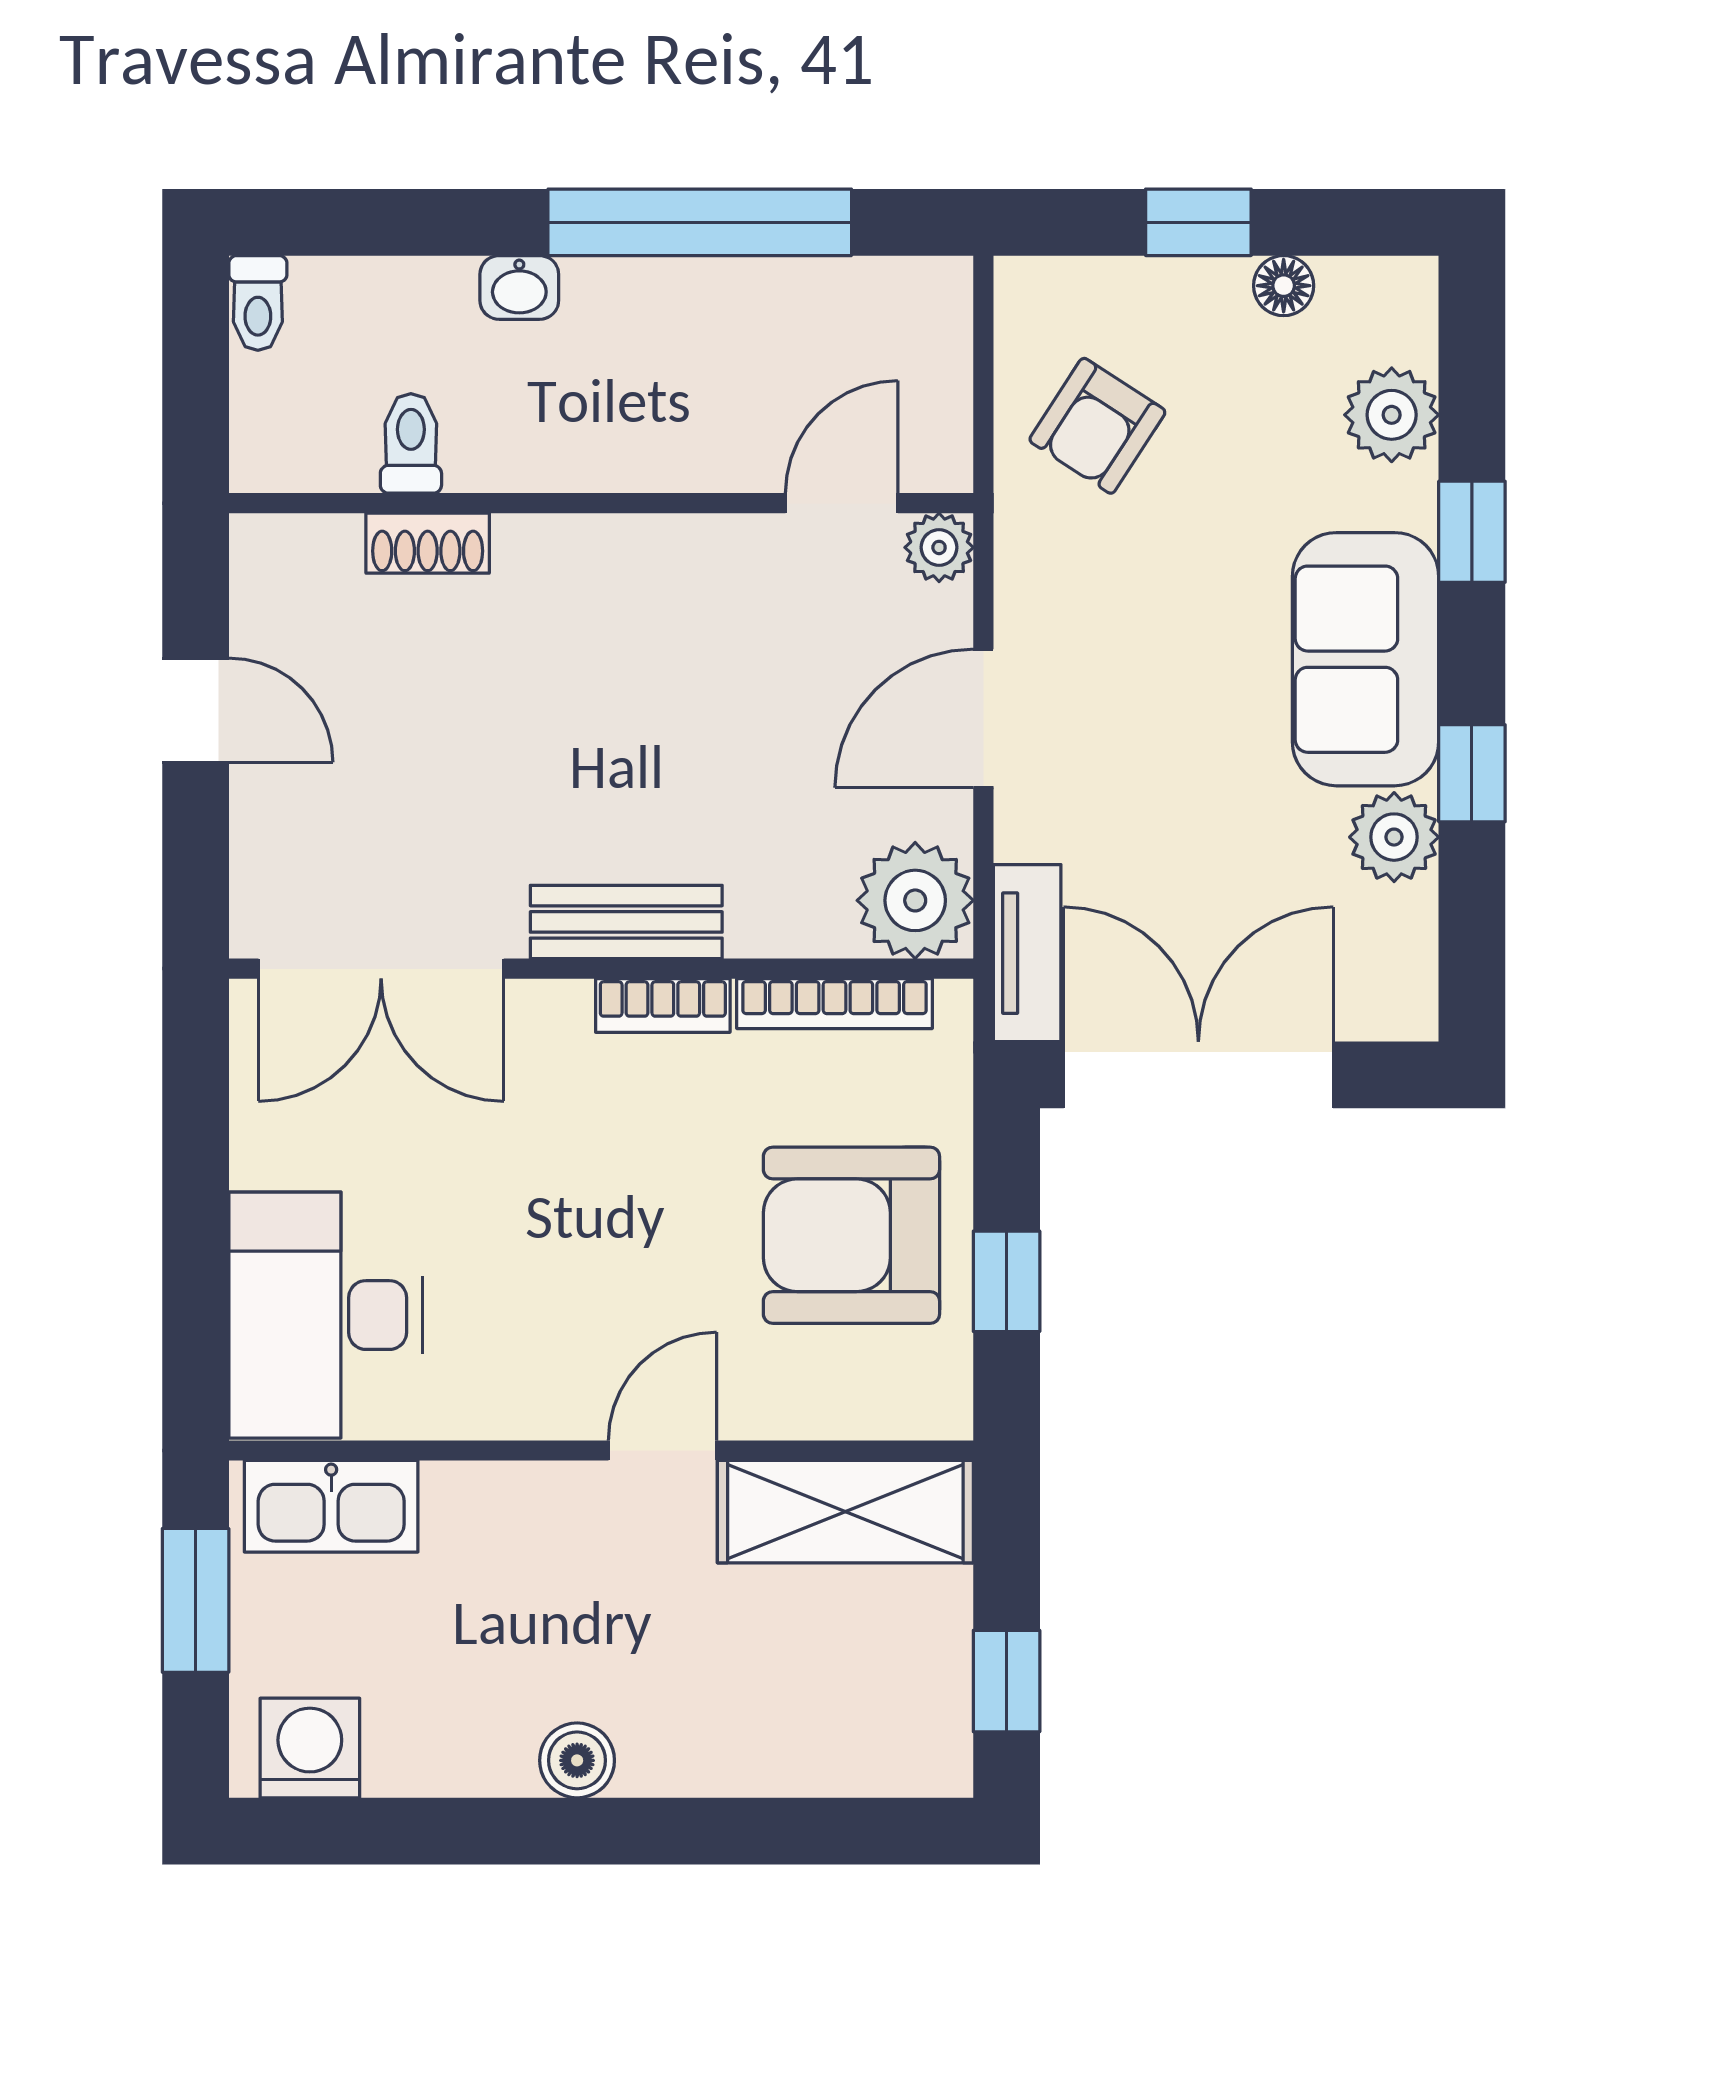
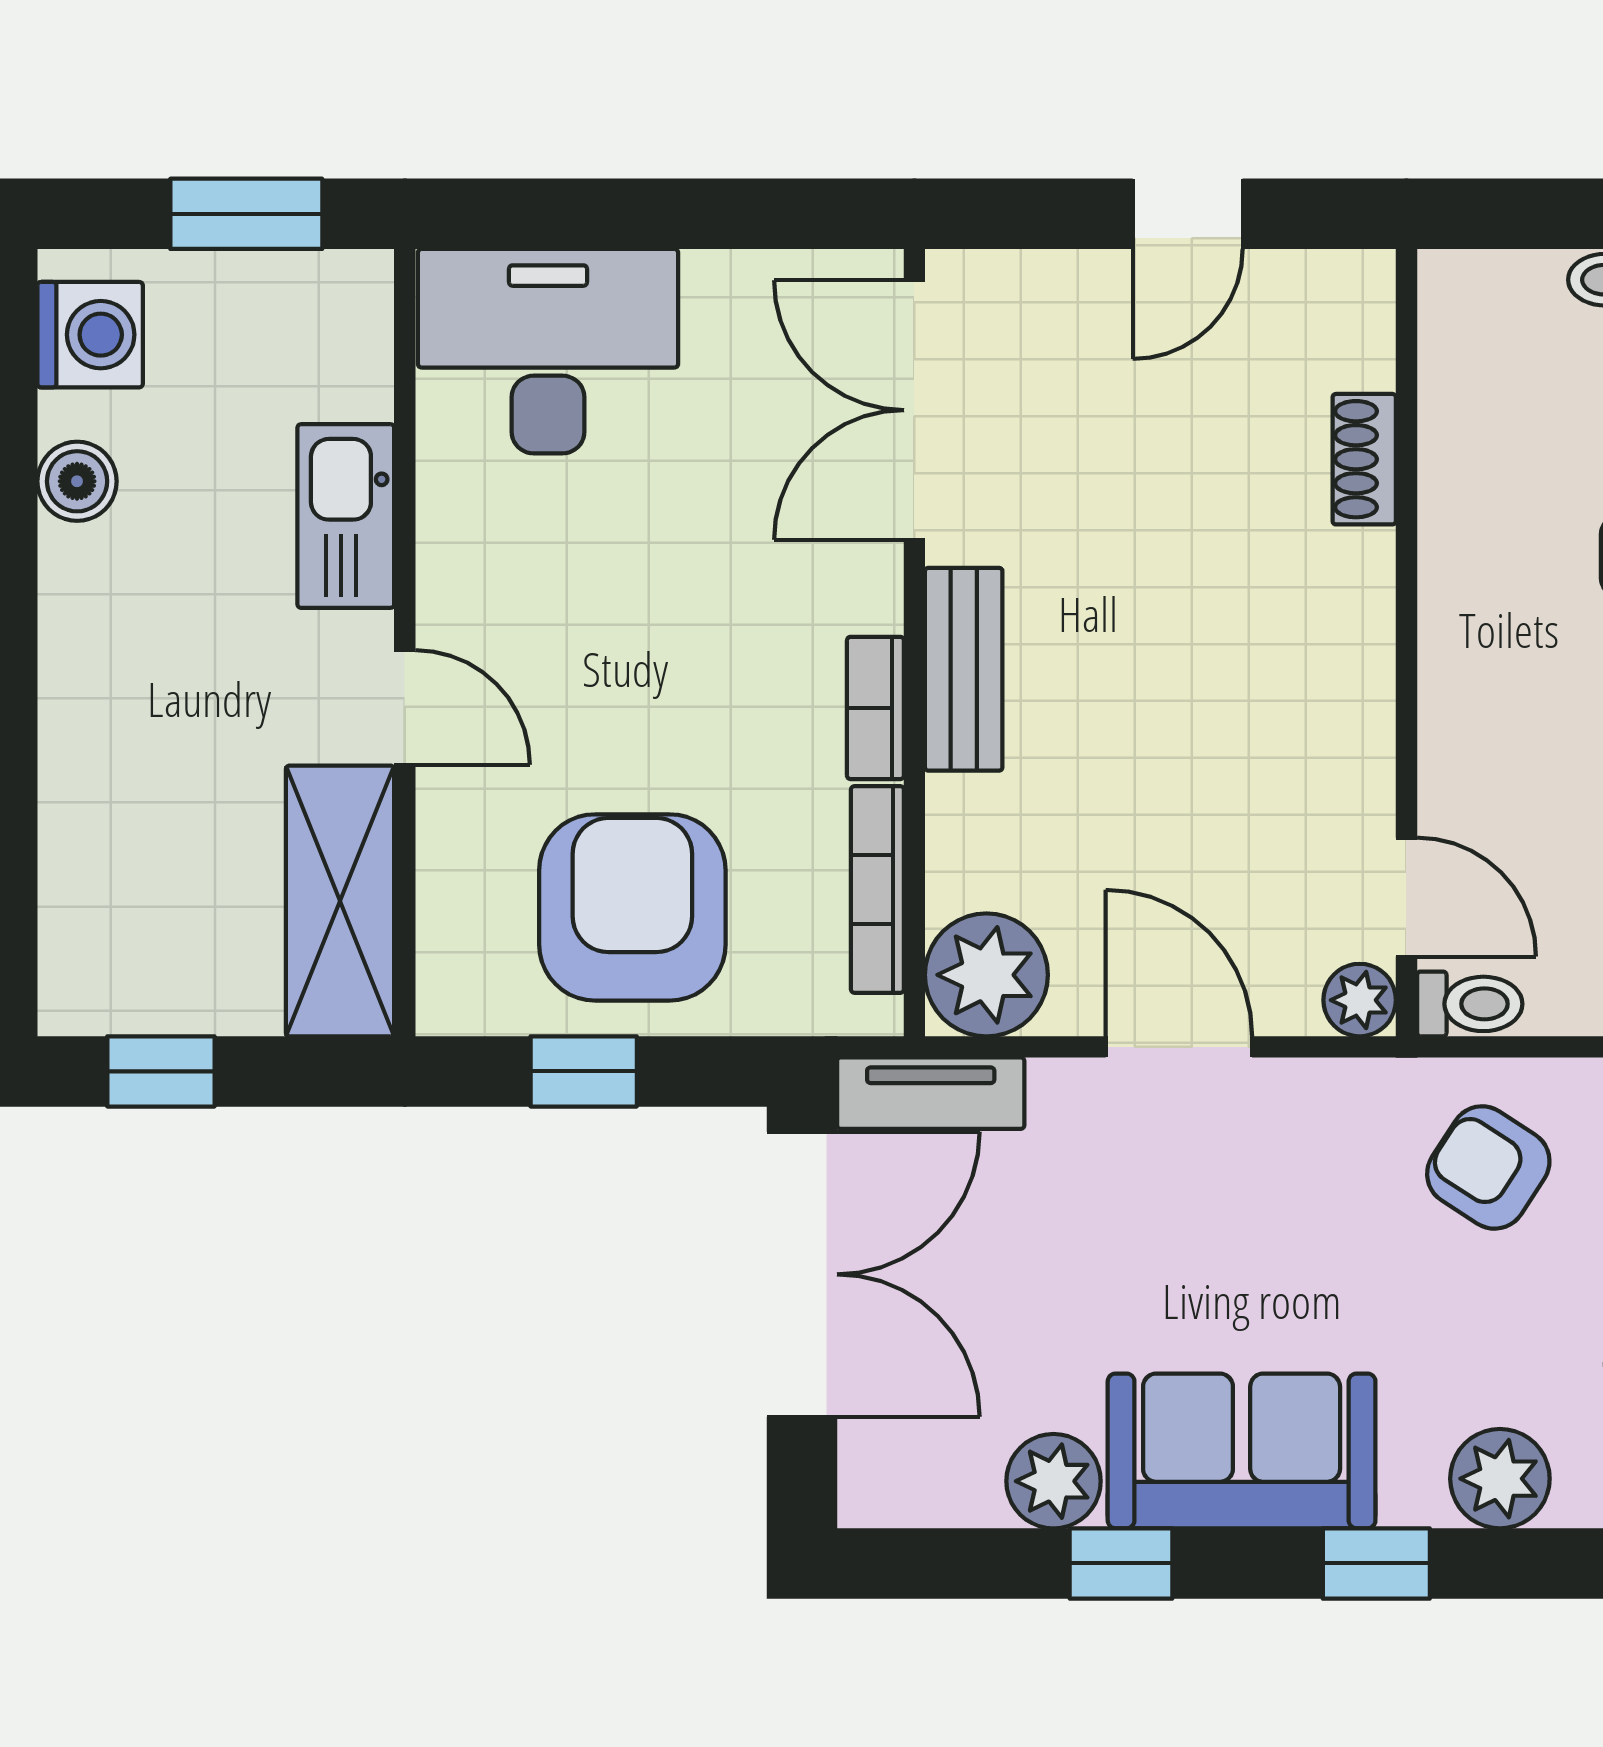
toilet: (411, 443) -> (1470, 1004), moved
kitchen sink: (331, 1506) -> (346, 516), moved
boiler: (577, 1760) -> (77, 481), moved

